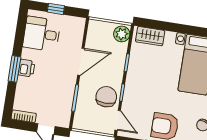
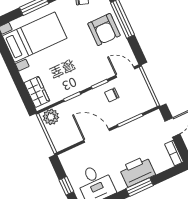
printer: (26, 68) -> (137, 171), width x1.87, depth x1.48
chair: (106, 97) -> (112, 95), width x0.54, depth x0.54
door: (118, 120) -> (125, 72), hinge flipped

